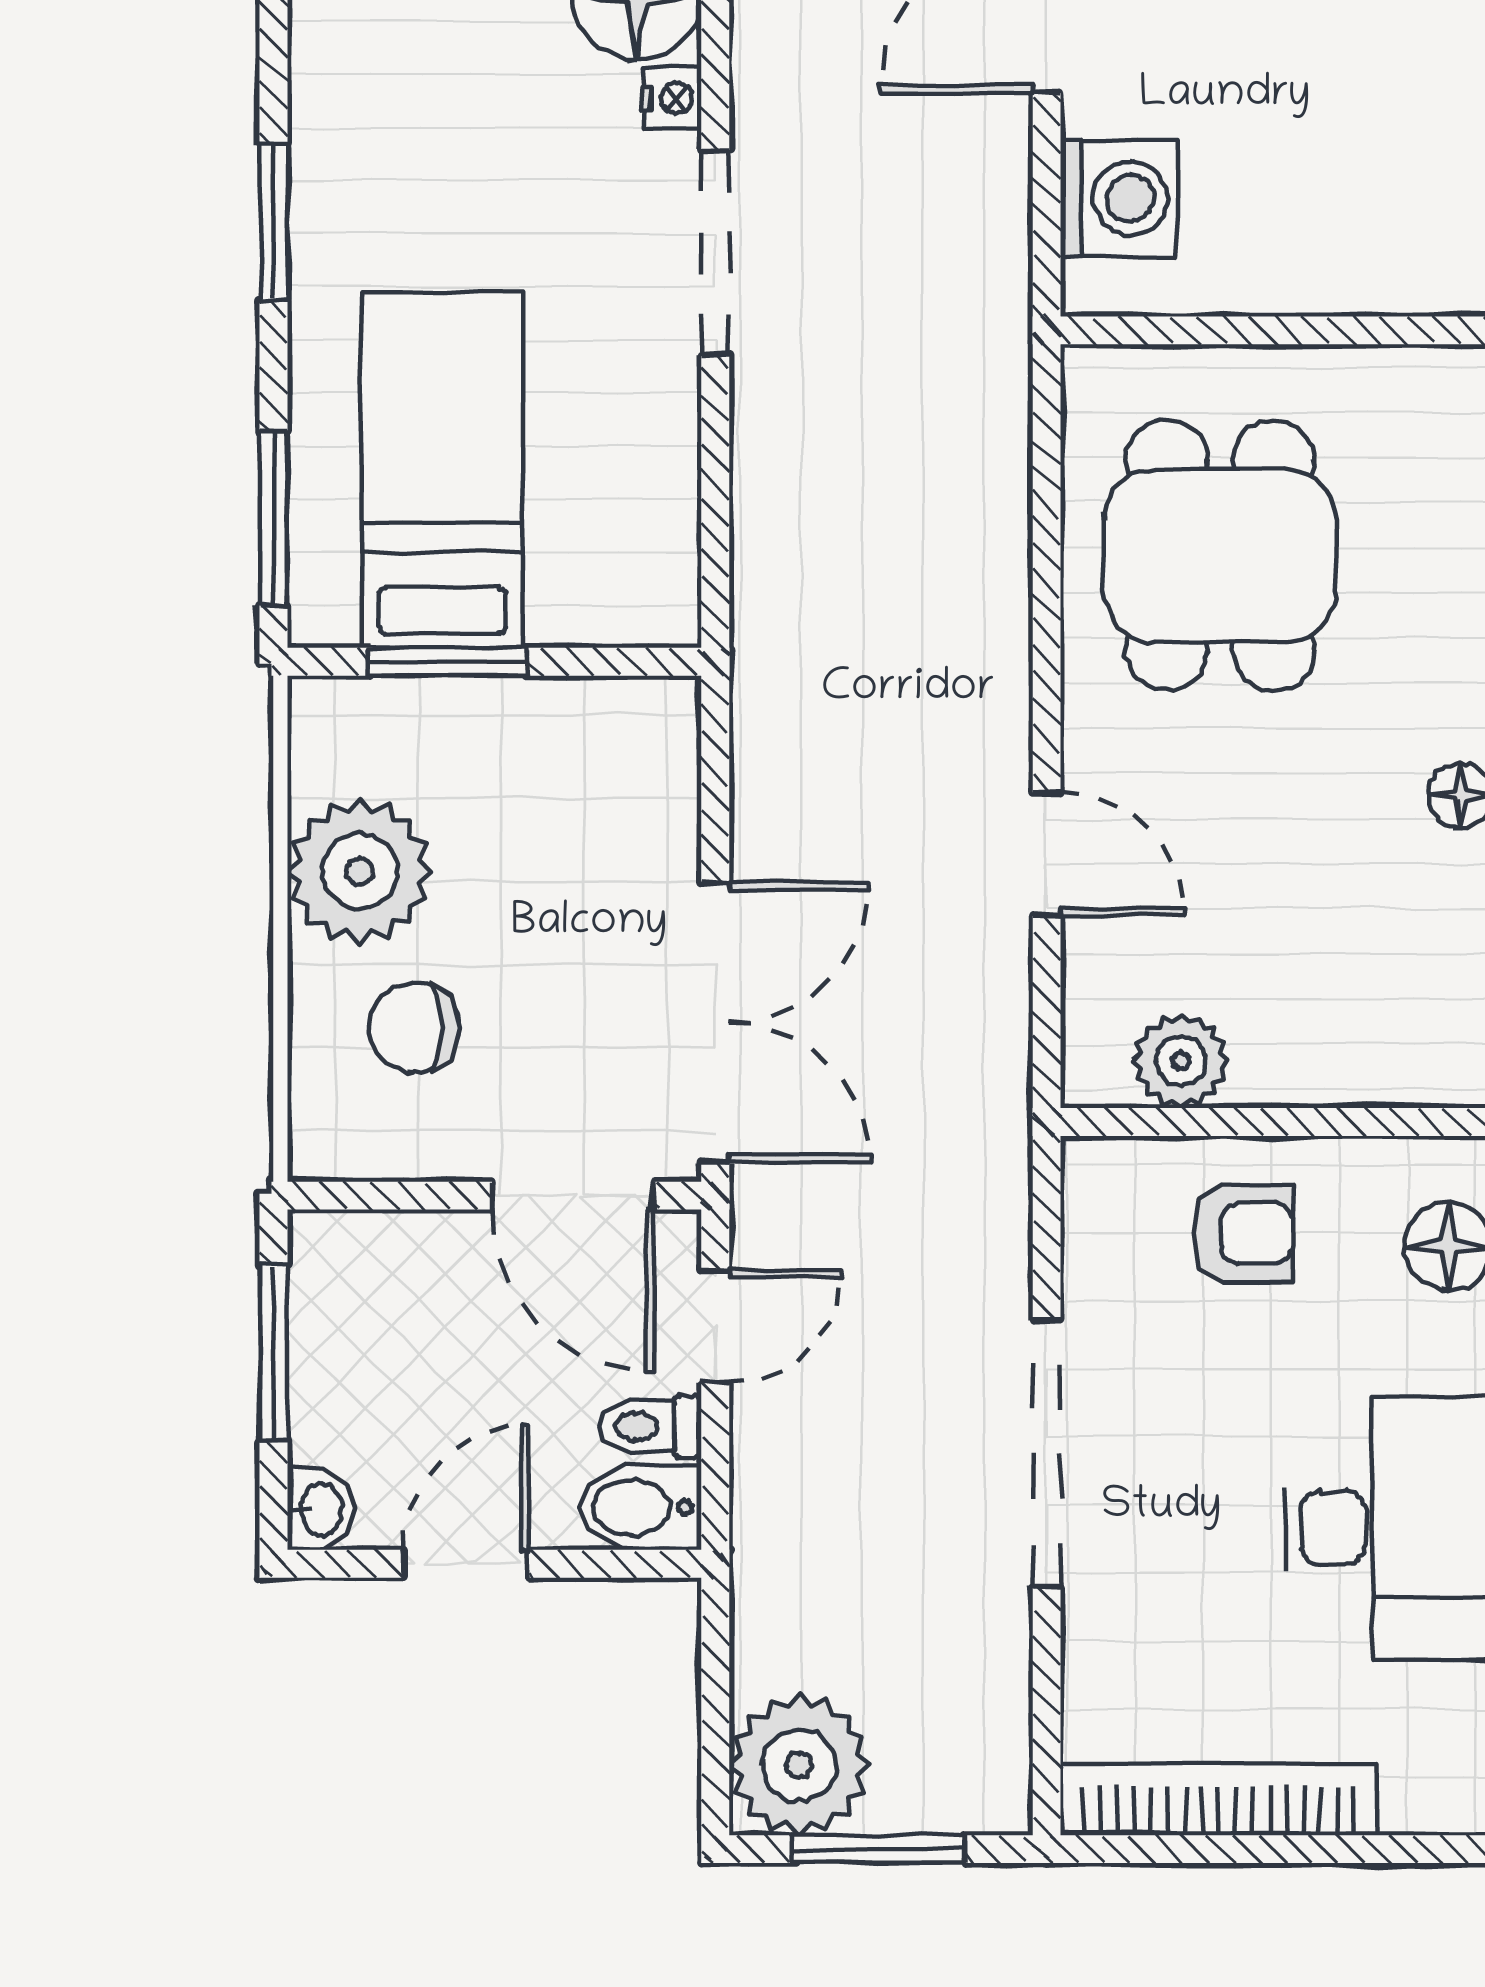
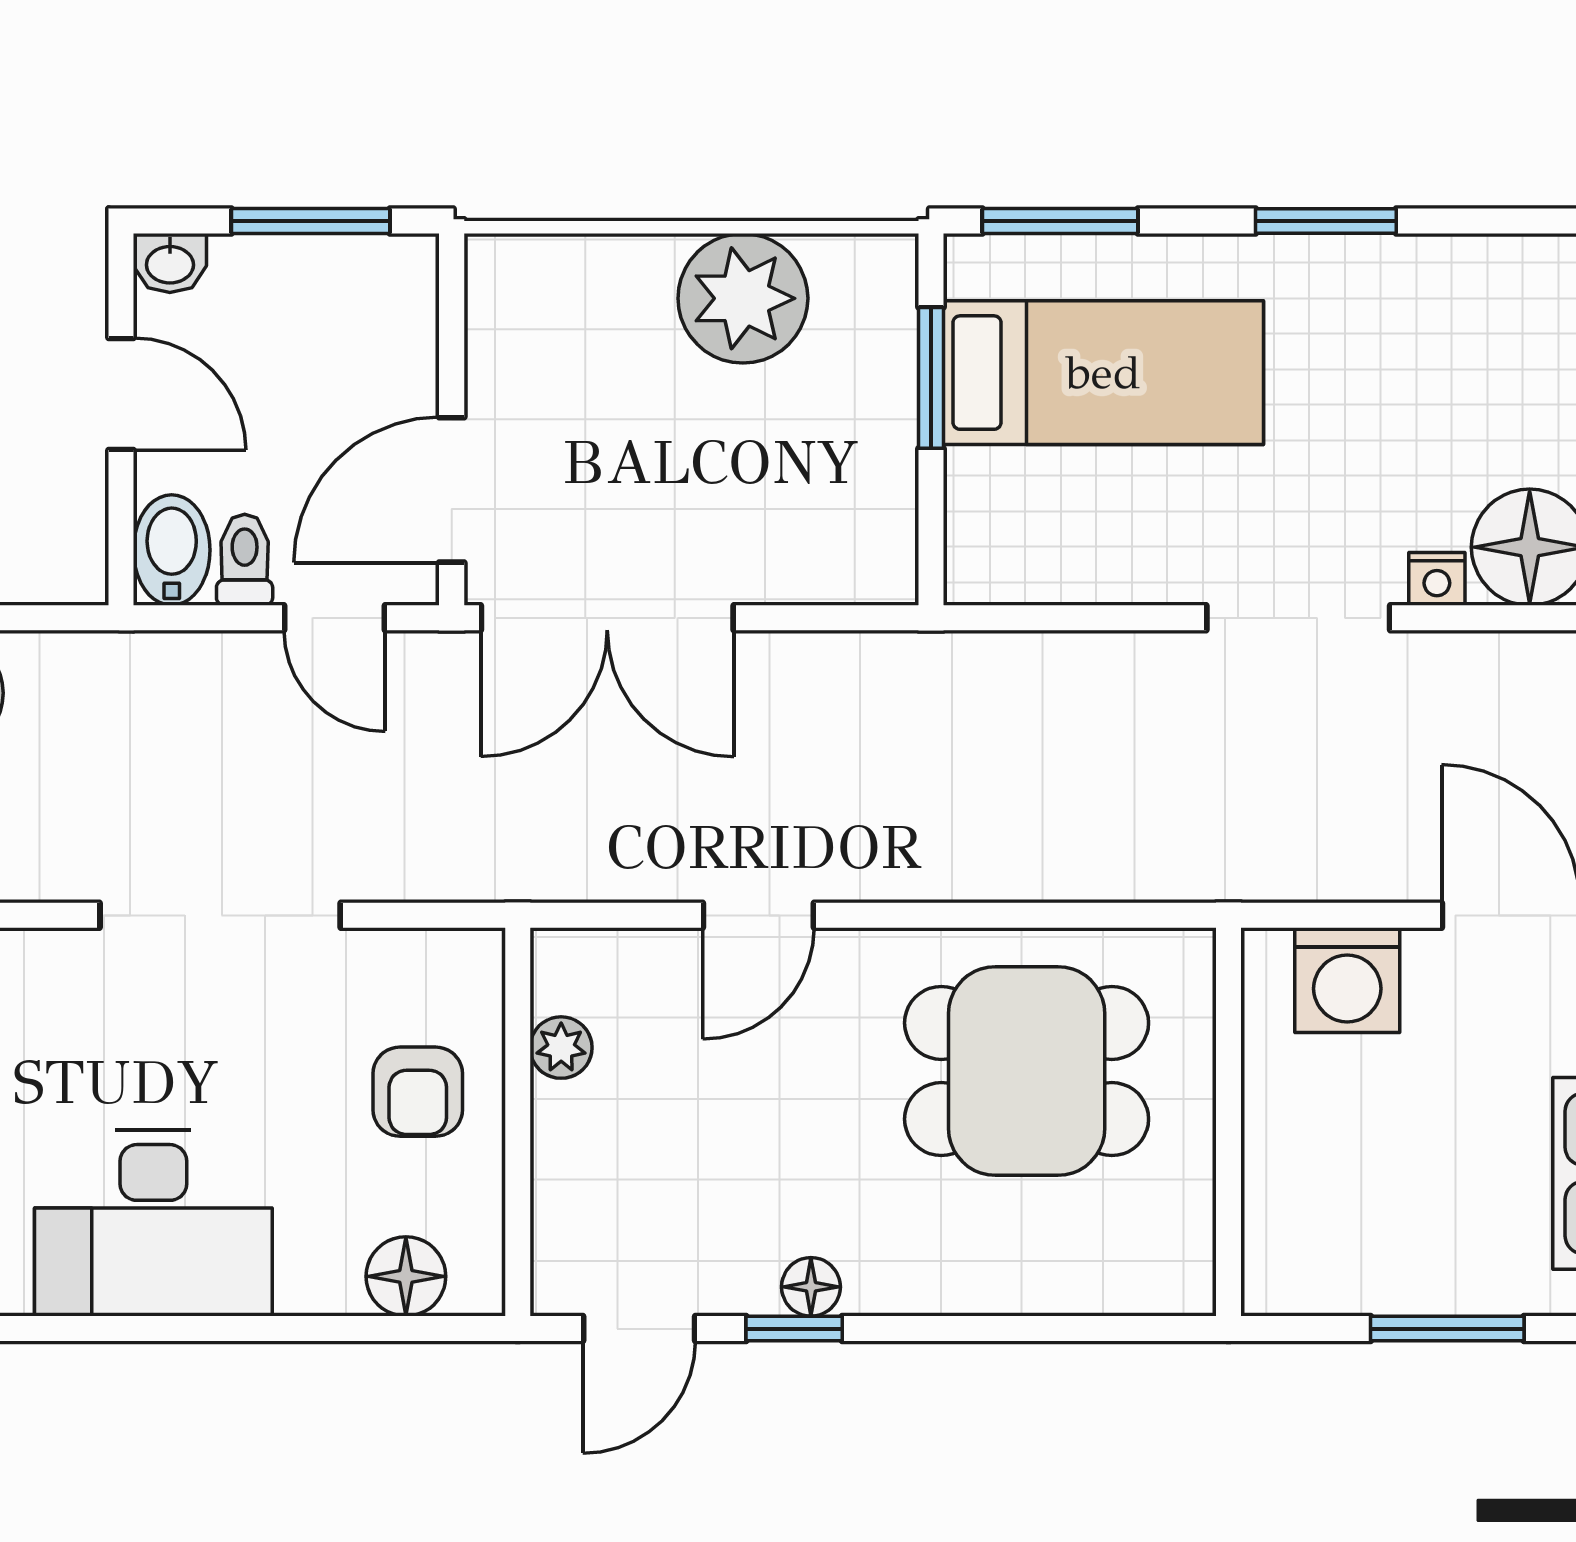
chair: (413, 1027) -> (603, 347), removed
plant: (1181, 1061) -> (561, 1048), width x0.73, depth x0.73

